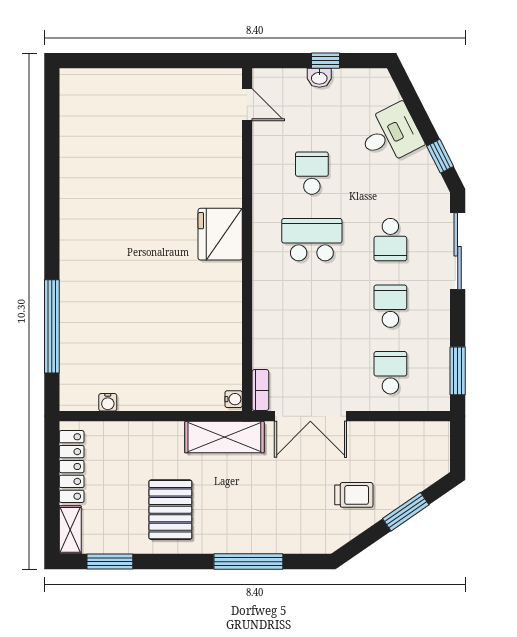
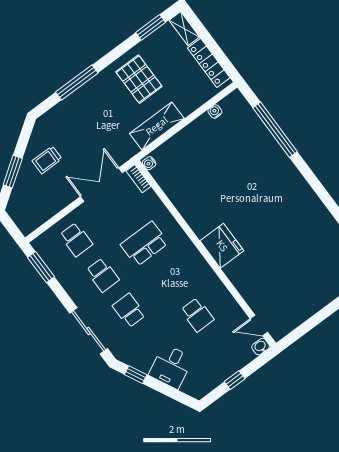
washbasin: (319, 78) -> (261, 347), moved
school desk: (312, 240) -> (144, 244), moved, turned 180
shelving: (224, 437) -> (157, 126), moved

